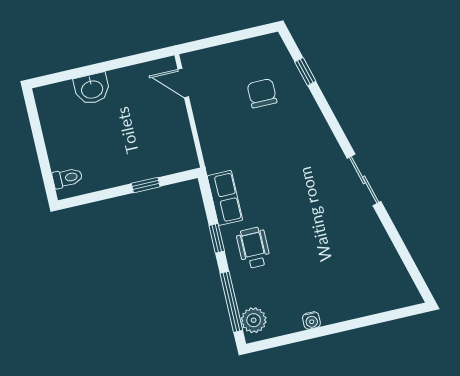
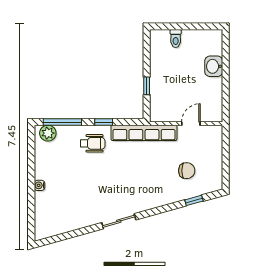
door: (183, 83) -> (191, 124), moved
toilet: (67, 178) -> (176, 38), moved
row of seats: (225, 198) -> (144, 133), width x2.02
water cooler: (311, 320) -> (39, 185), moved

